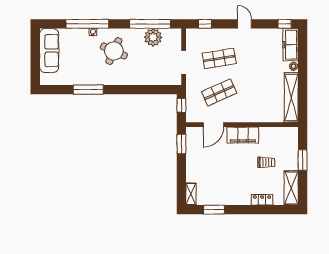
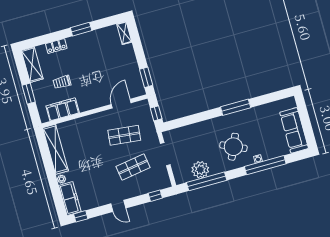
window: (88, 90) -> (236, 107), moved
shop shelf: (219, 92) -> (124, 135), turned 30
filing cabinet: (243, 135) -> (63, 109), moved
window: (214, 210) -> (81, 29), moved

